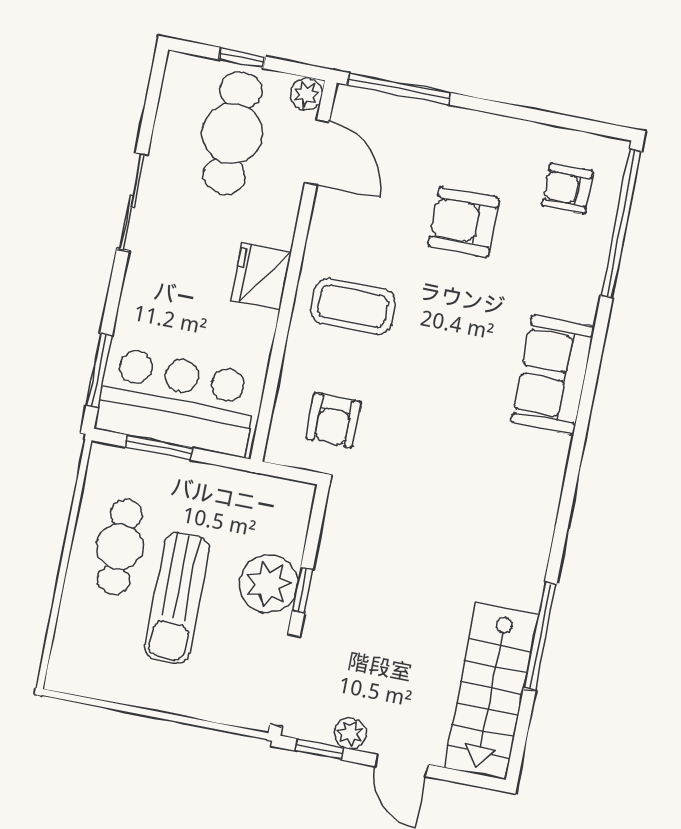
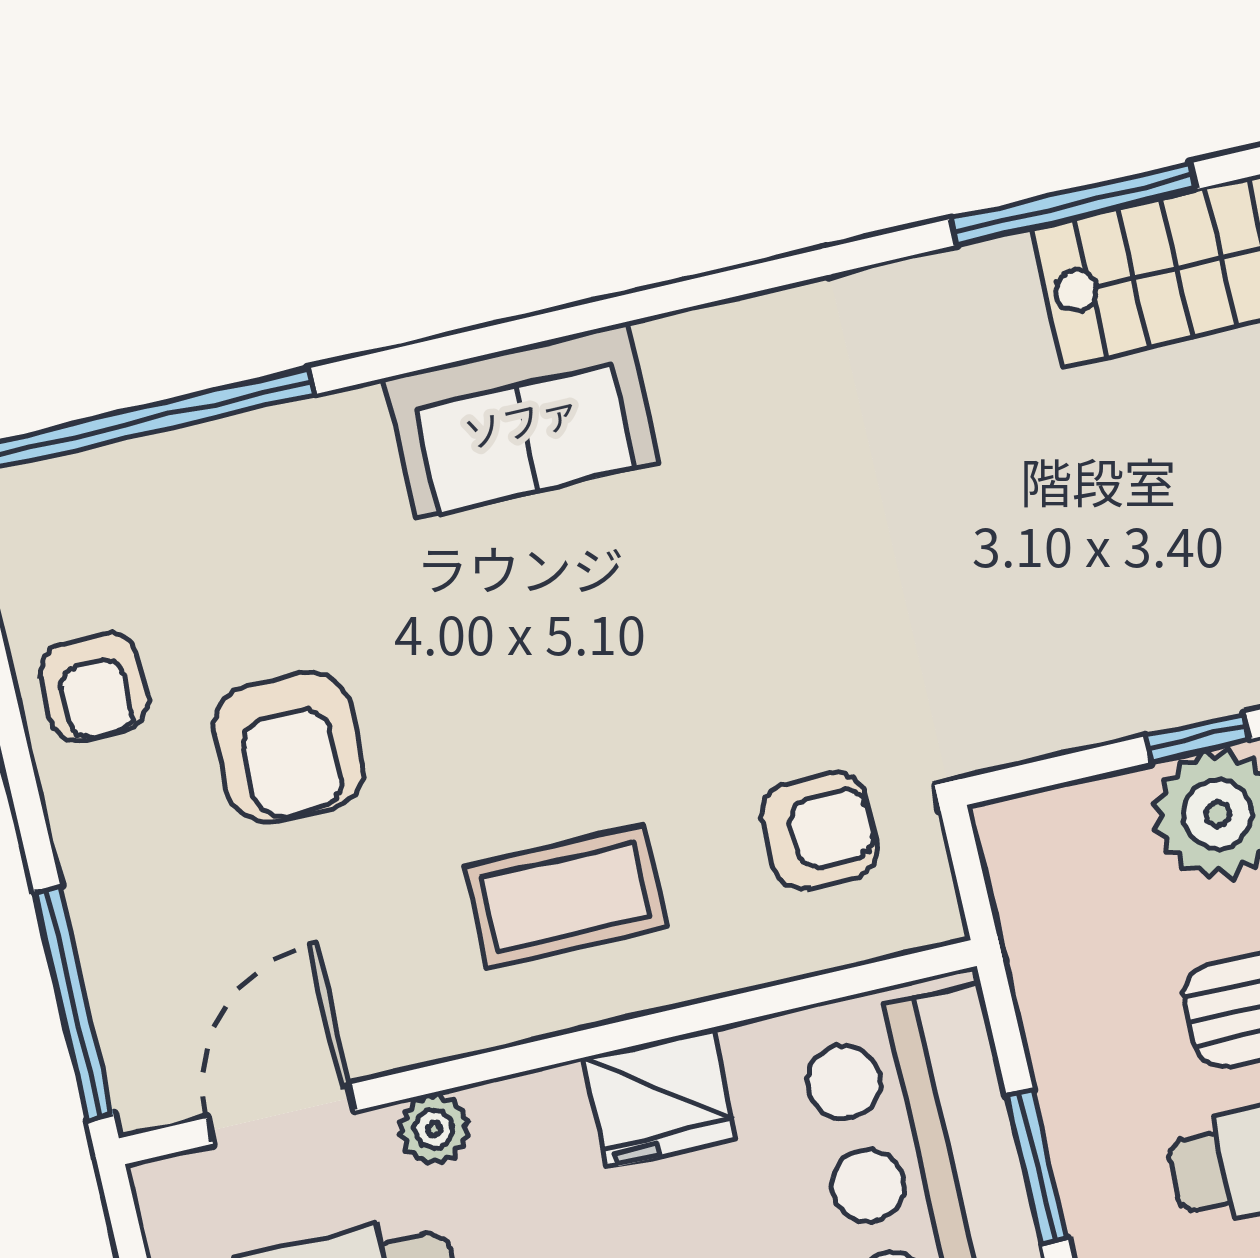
plant: (306, 94) -> (434, 1129), moved
armchair: (567, 188) -> (94, 687), moved
fridge: (261, 276) -> (660, 1098), moved
coffee table: (353, 306) -> (566, 897), turned 90

